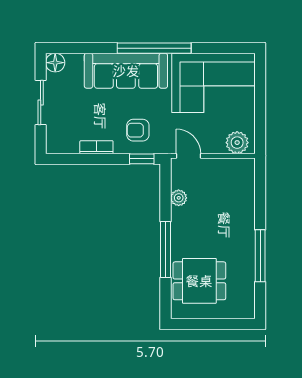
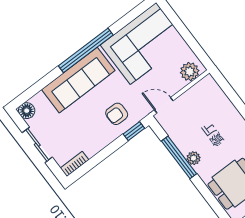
bookcase: (96, 147) -> (74, 164), moved
plant: (179, 198) -> (193, 158), moved
window: (166, 249) -> (179, 157), moved

